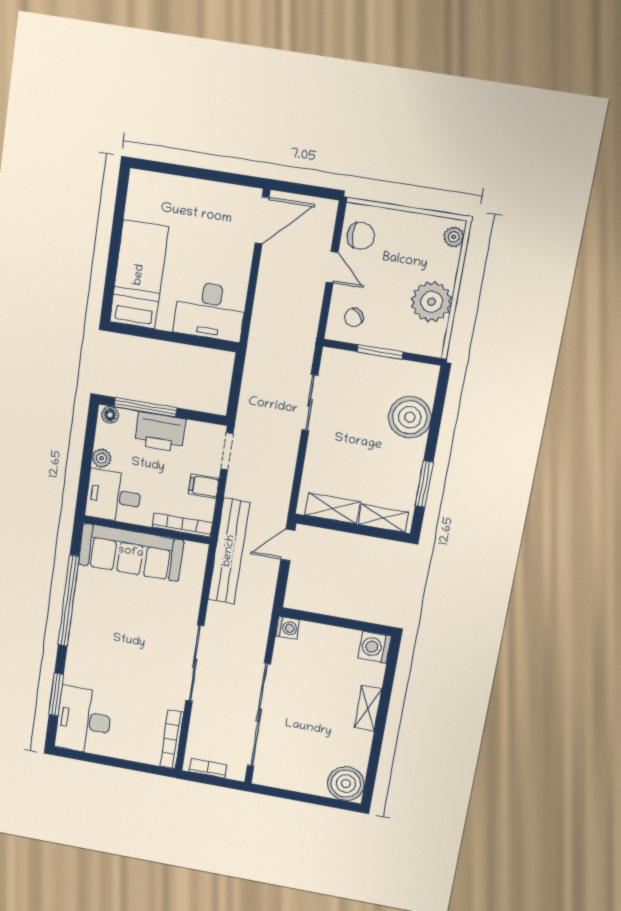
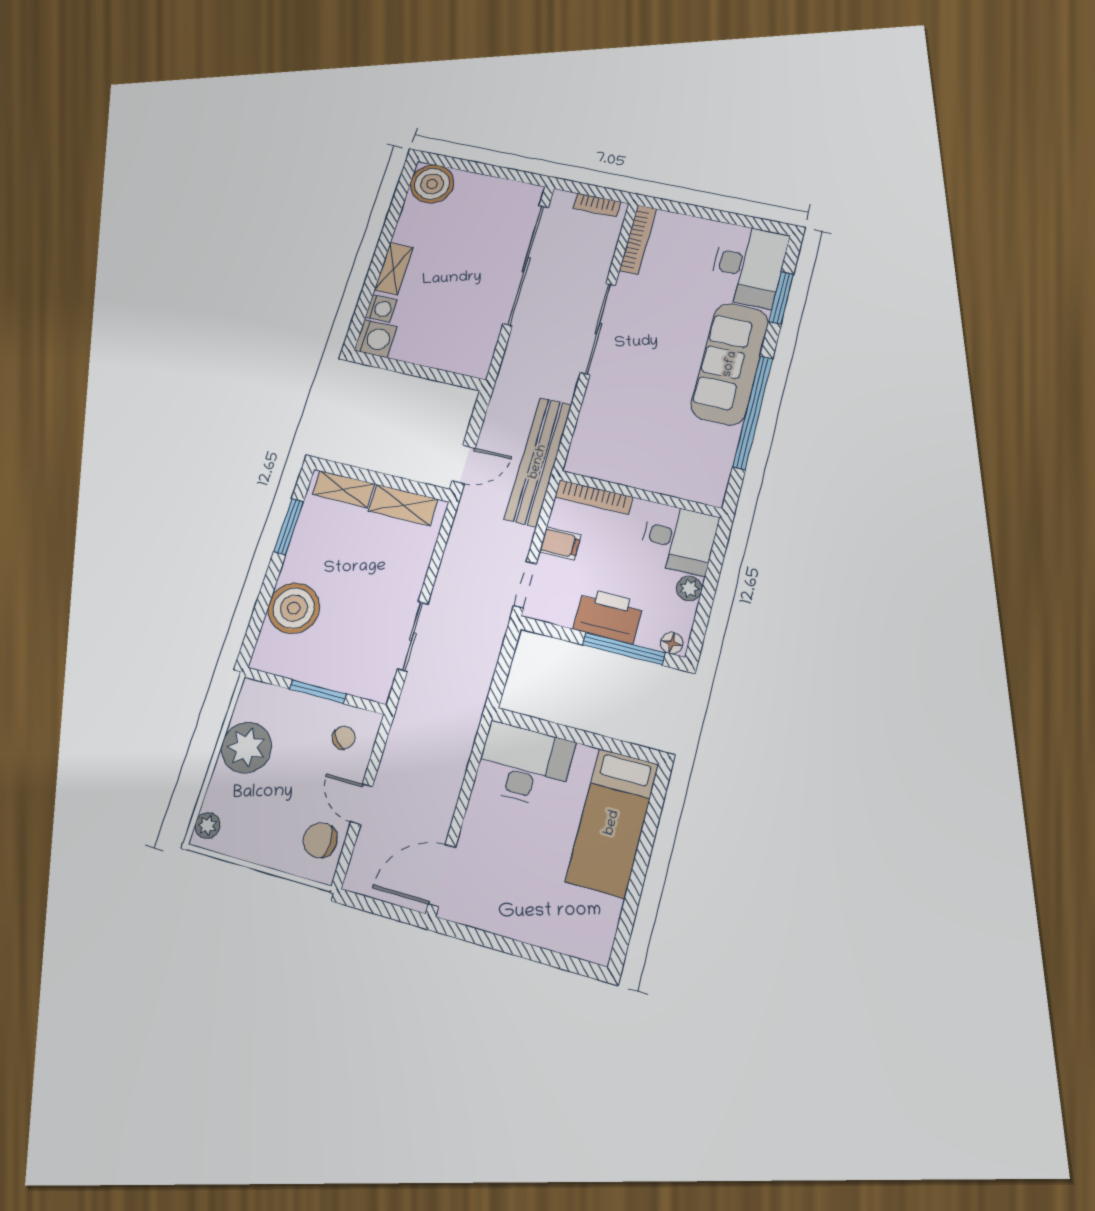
sofa: (131, 552) -> (730, 364), moved, turned -90
washing machine: (288, 628) -> (381, 308), moved, turned 180

